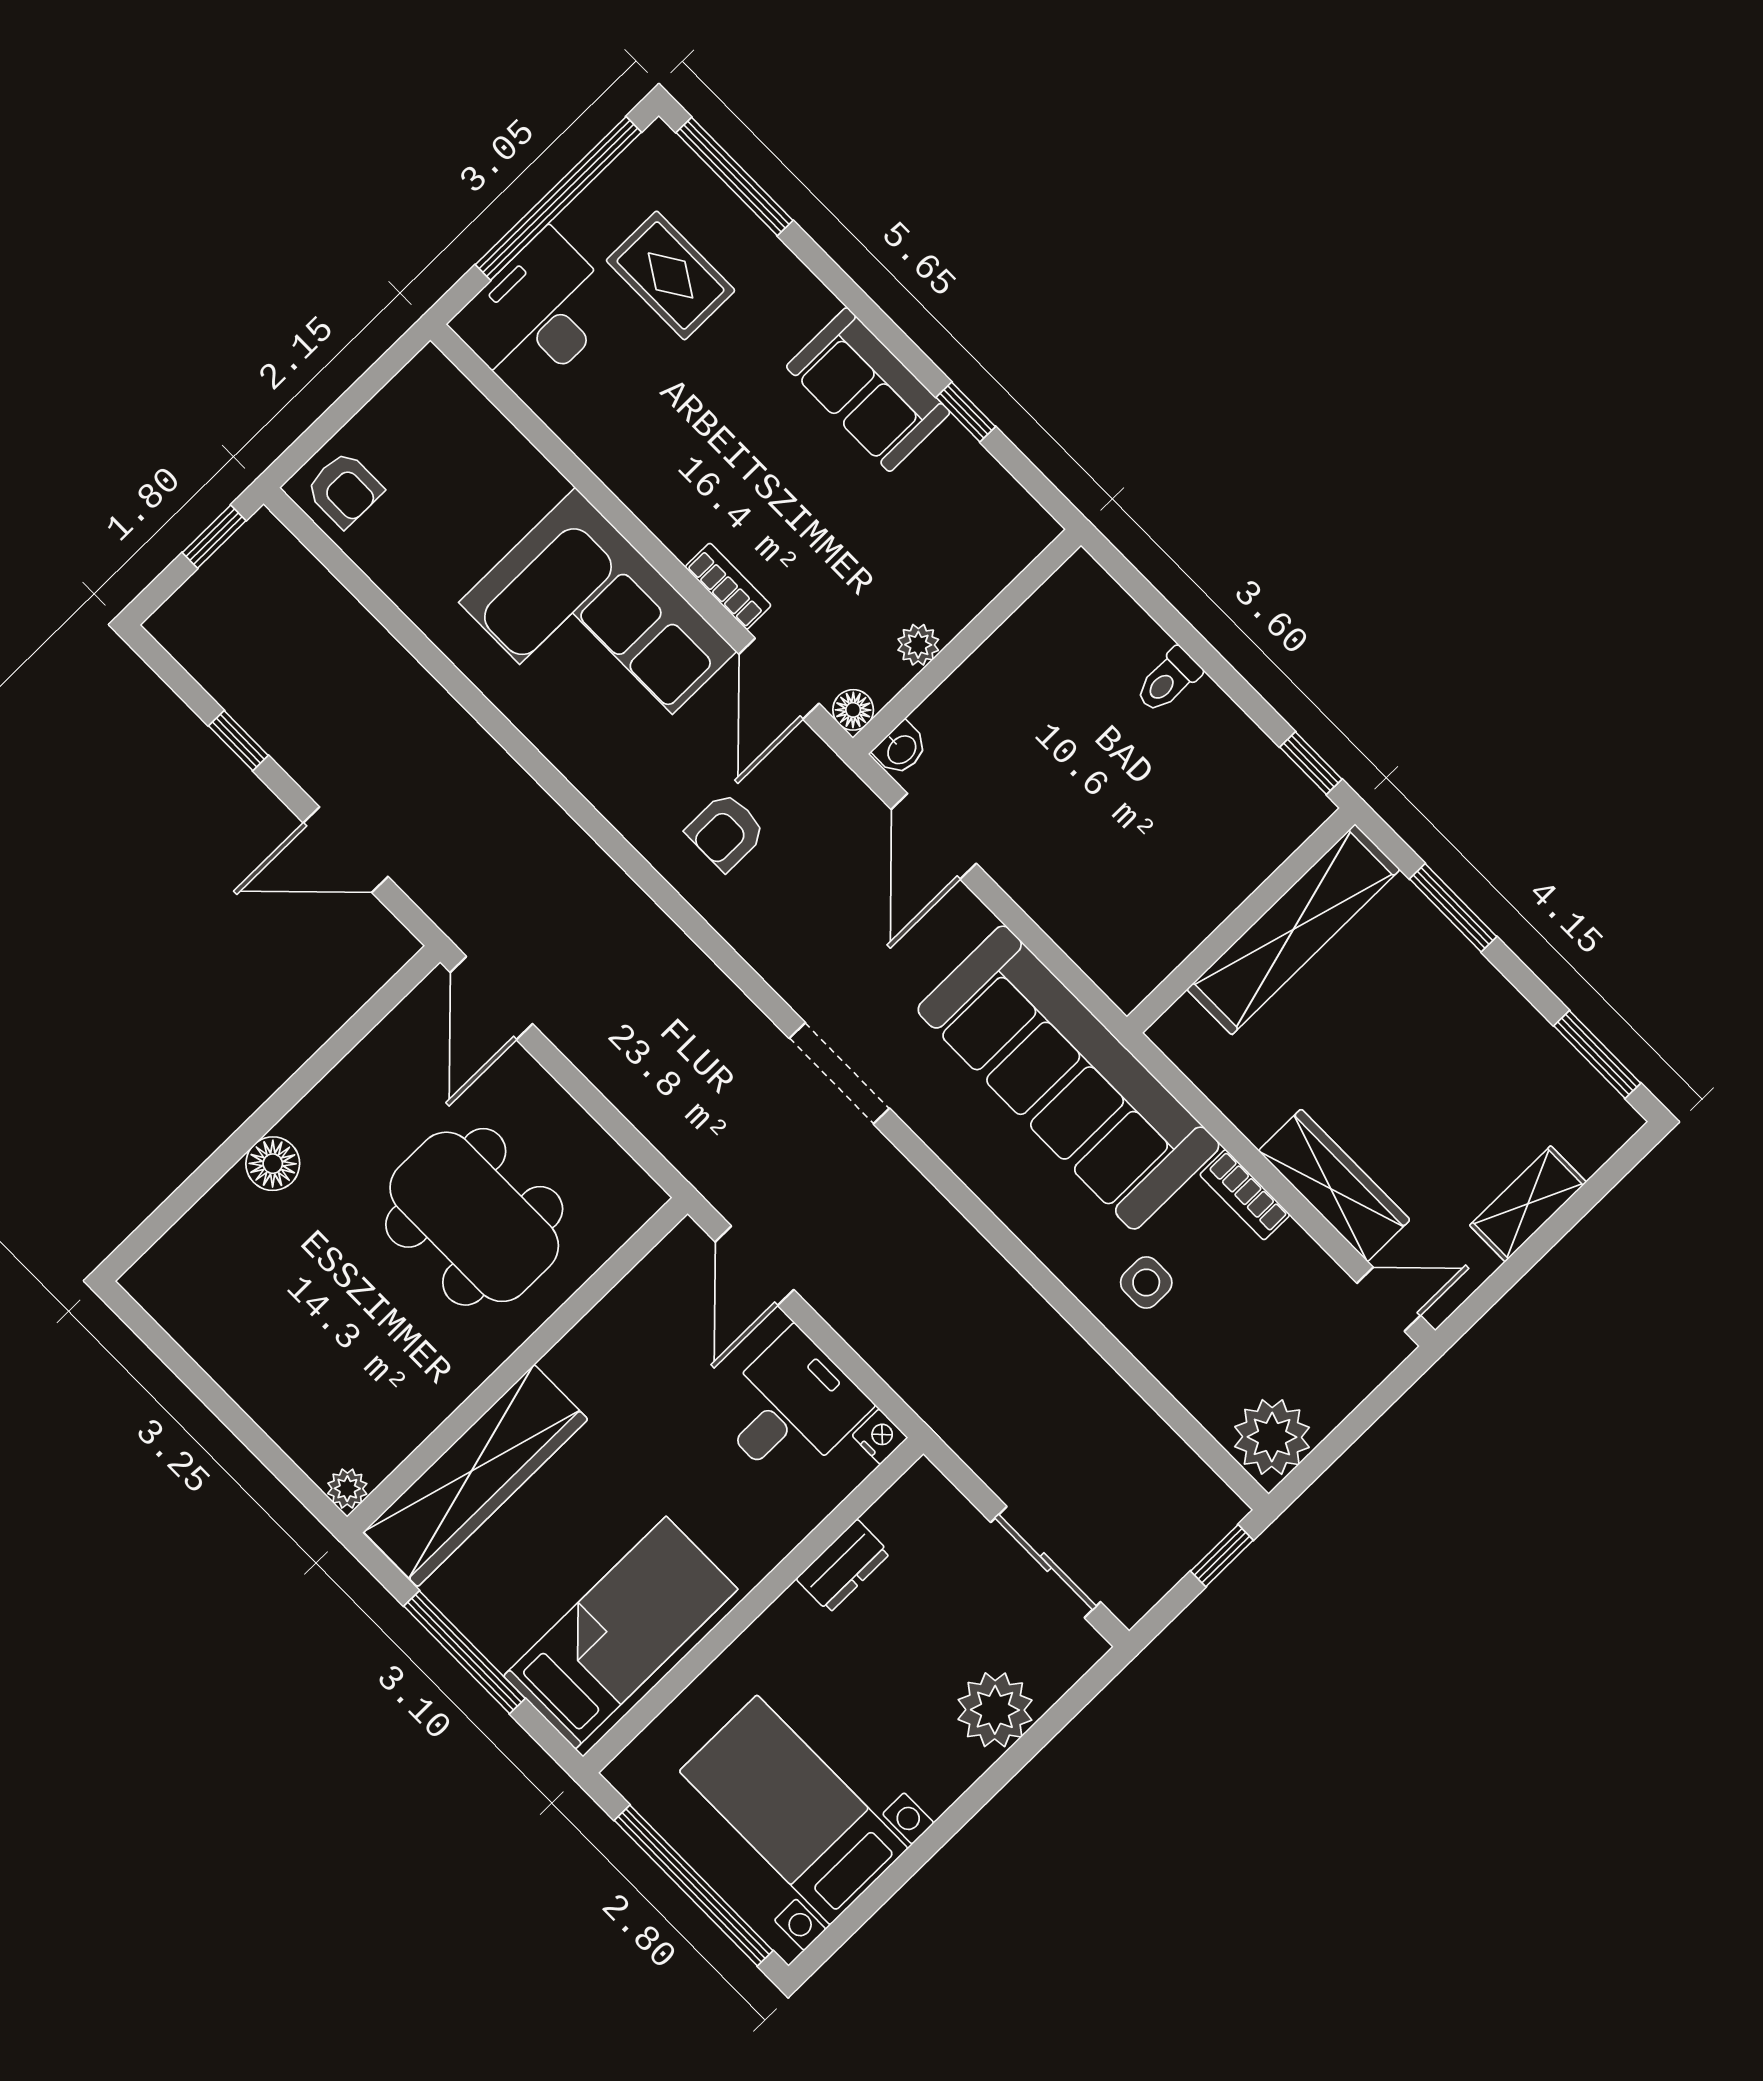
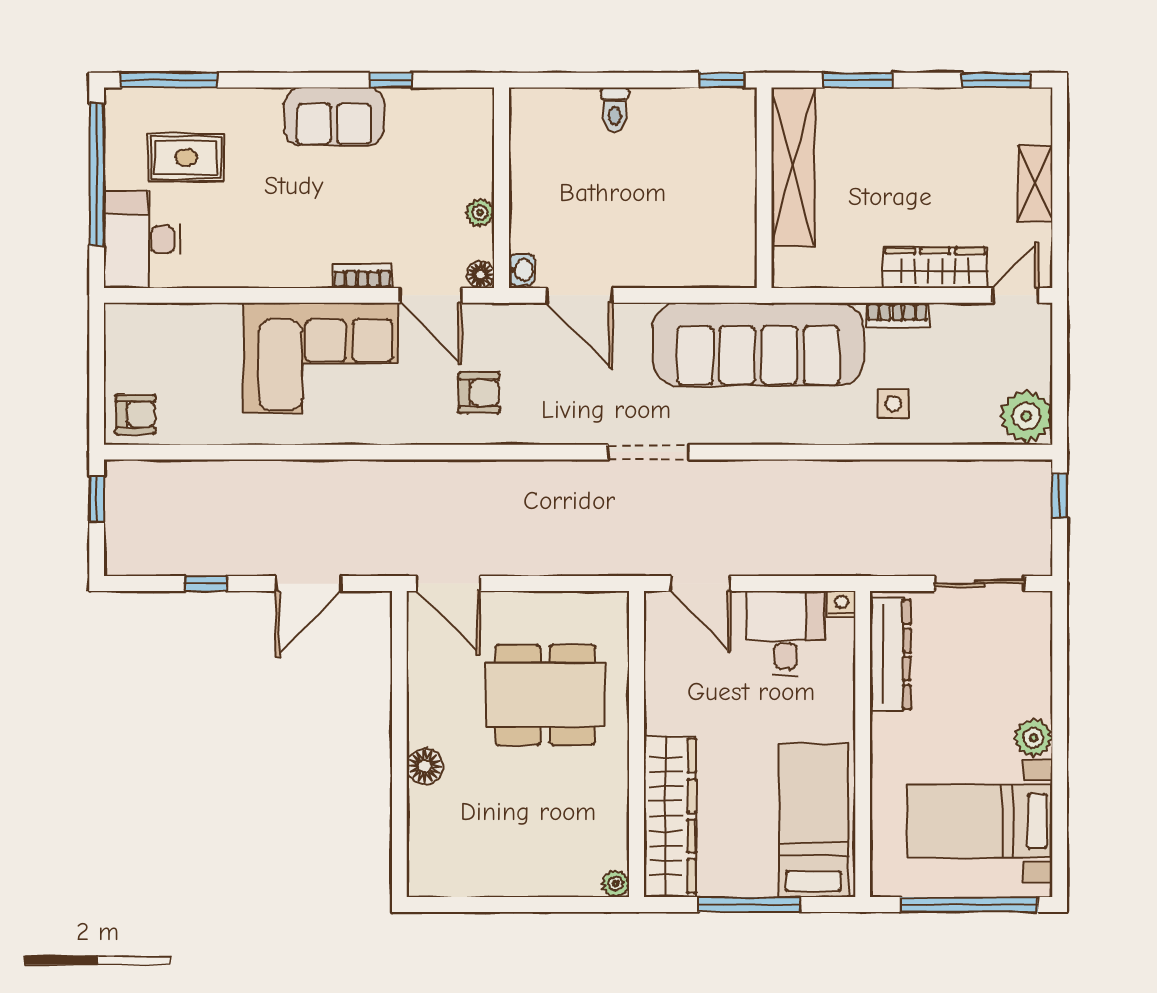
armchair: (726, 832) -> (479, 393), turned -90
dresser: (843, 1566) -> (890, 655), width x1.96, depth x1.24
plant: (995, 1710) -> (1033, 738), moved, width x0.73, depth x0.73

